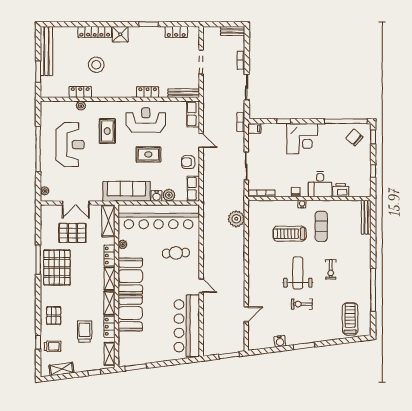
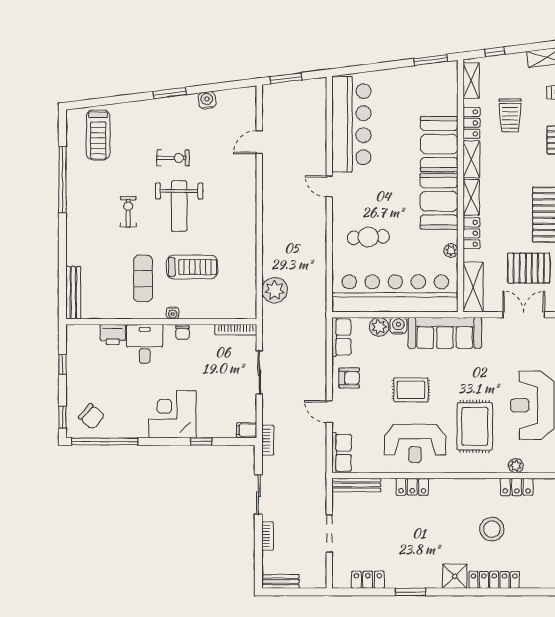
rug: (107, 131) -> (475, 426), width x1.36, depth x1.43

